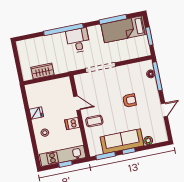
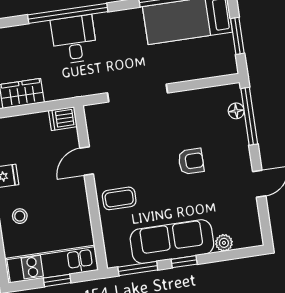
desk: (78, 40) -> (74, 40), moved
door: (77, 103) -> (87, 161), swing flipped
dishwasher: (72, 124) -> (63, 119), moved

